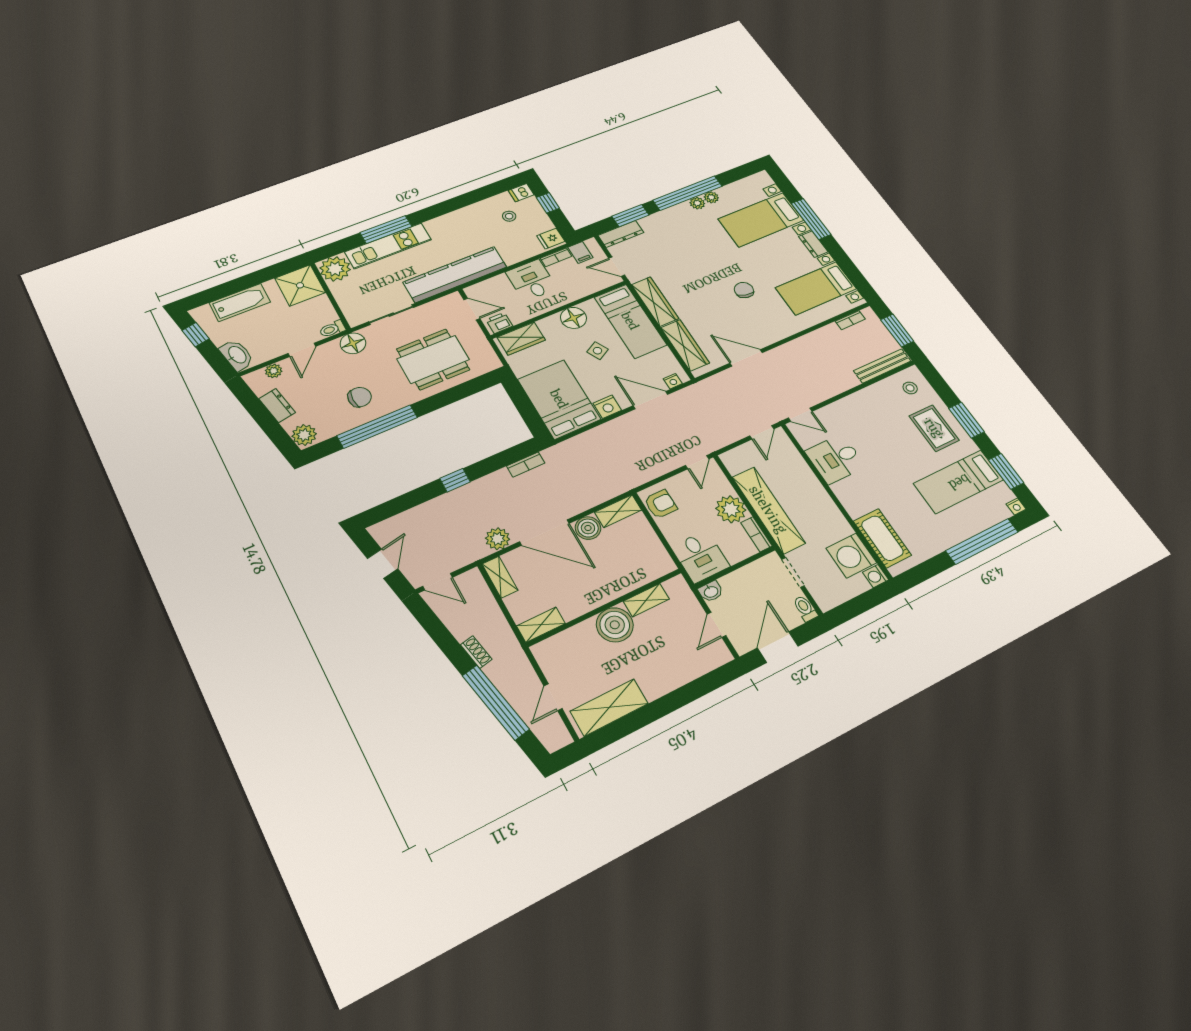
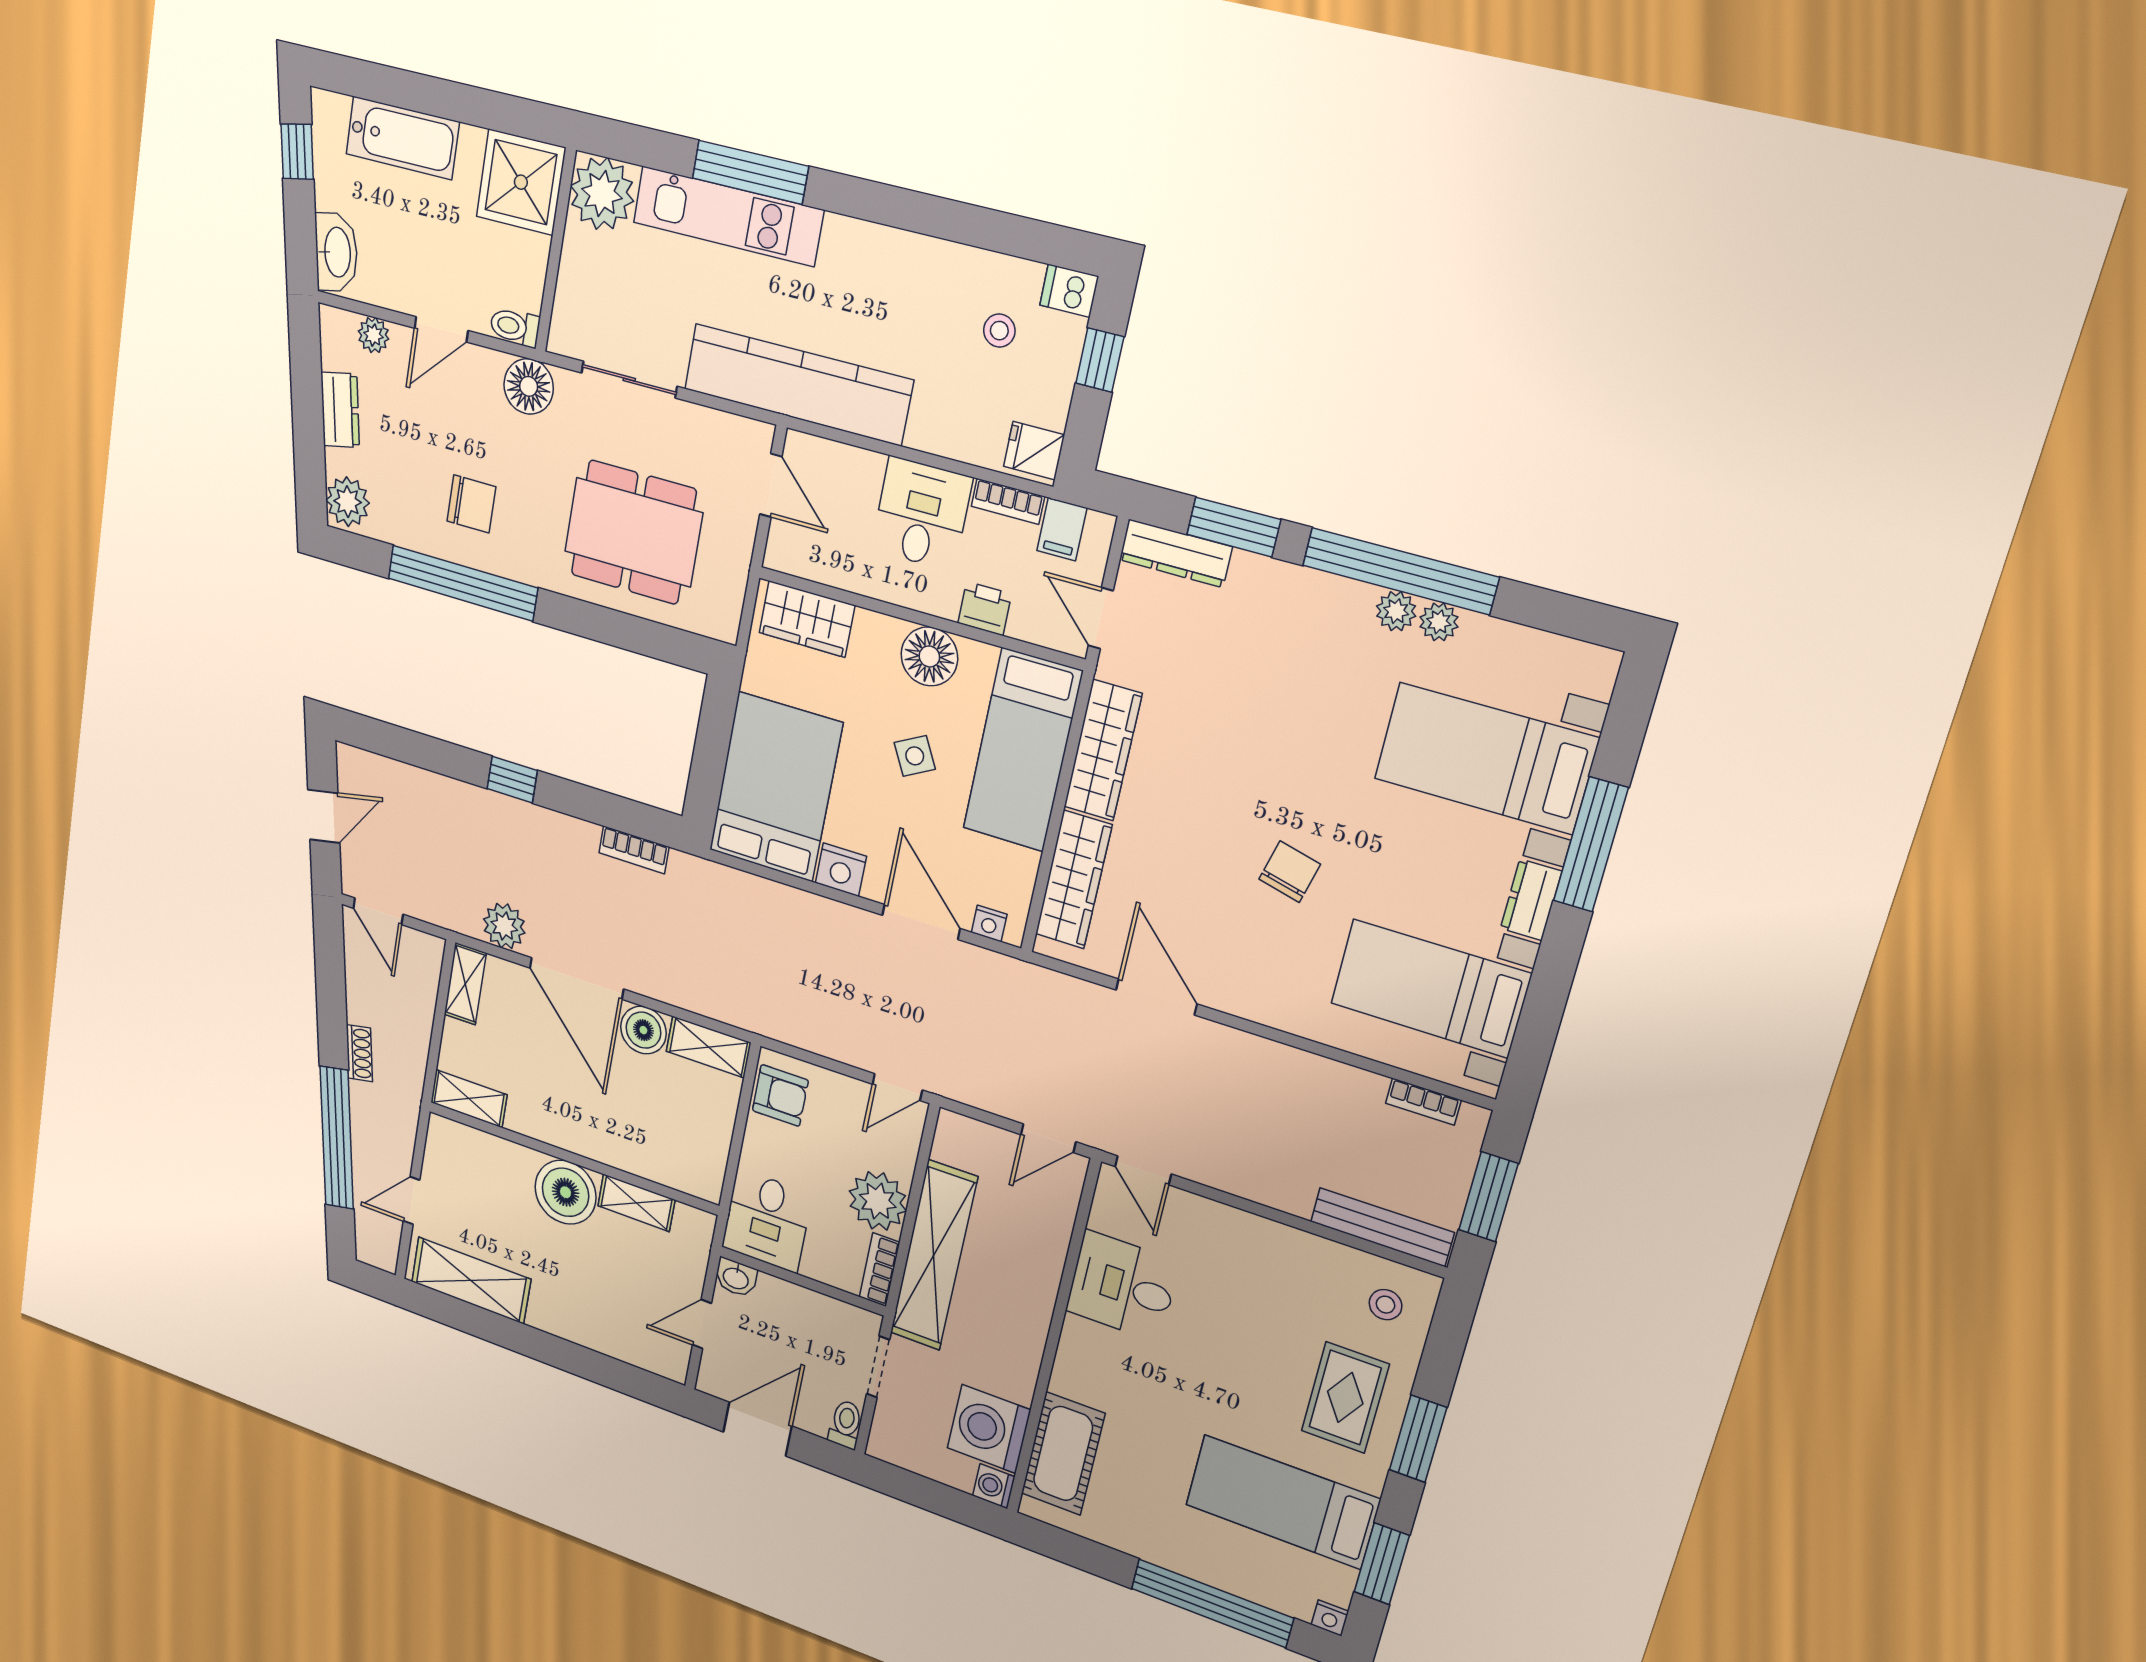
printer: (499, 323) -> (985, 608), moved

